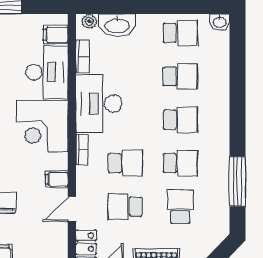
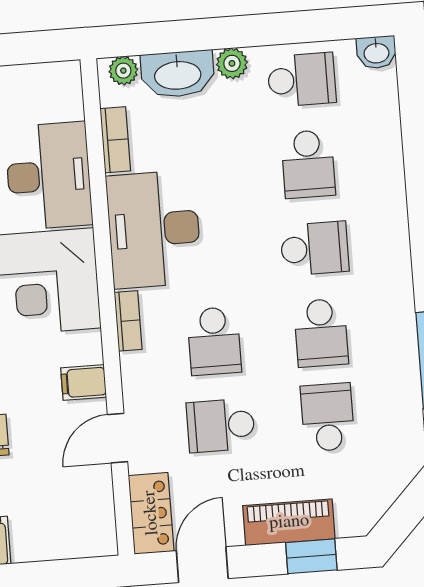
plant: (145, 22) -> (232, 63), added
filing cabinet: (56, 35) -> (60, 102), removed
school desk: (180, 76) -> (308, 164), turned 90
school desk: (125, 163) -> (214, 341), turned 90
school desk: (180, 163) -> (321, 333), turned 90

